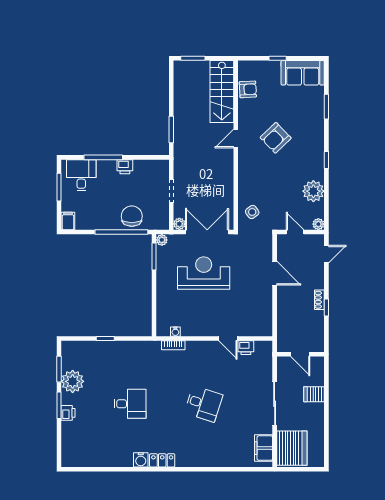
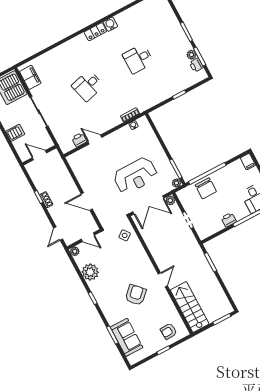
sofa: (303, 73) -> (127, 337), moved, turned 90
armchair: (248, 89) -> (169, 331), moved
plant: (73, 381) -> (191, 55), width x0.53, depth x0.53
desk: (204, 404) -> (88, 86), turned -33
printer: (68, 413) -> (196, 65), moved

